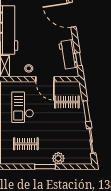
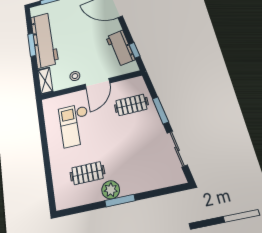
door: (45, 79) -> (97, 84), hinge flipped
plant: (58, 158) -> (111, 190), moved

